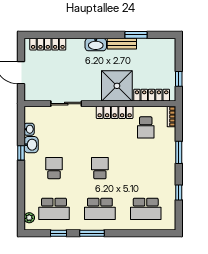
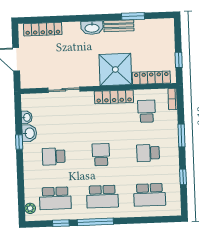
school desk: (146, 127) -> (147, 111), turned 180
school desk: (54, 168) -> (54, 156), turned -90
school desk: (146, 168) -> (148, 153), added
window: (92, 233) -> (95, 222), width x1.44

